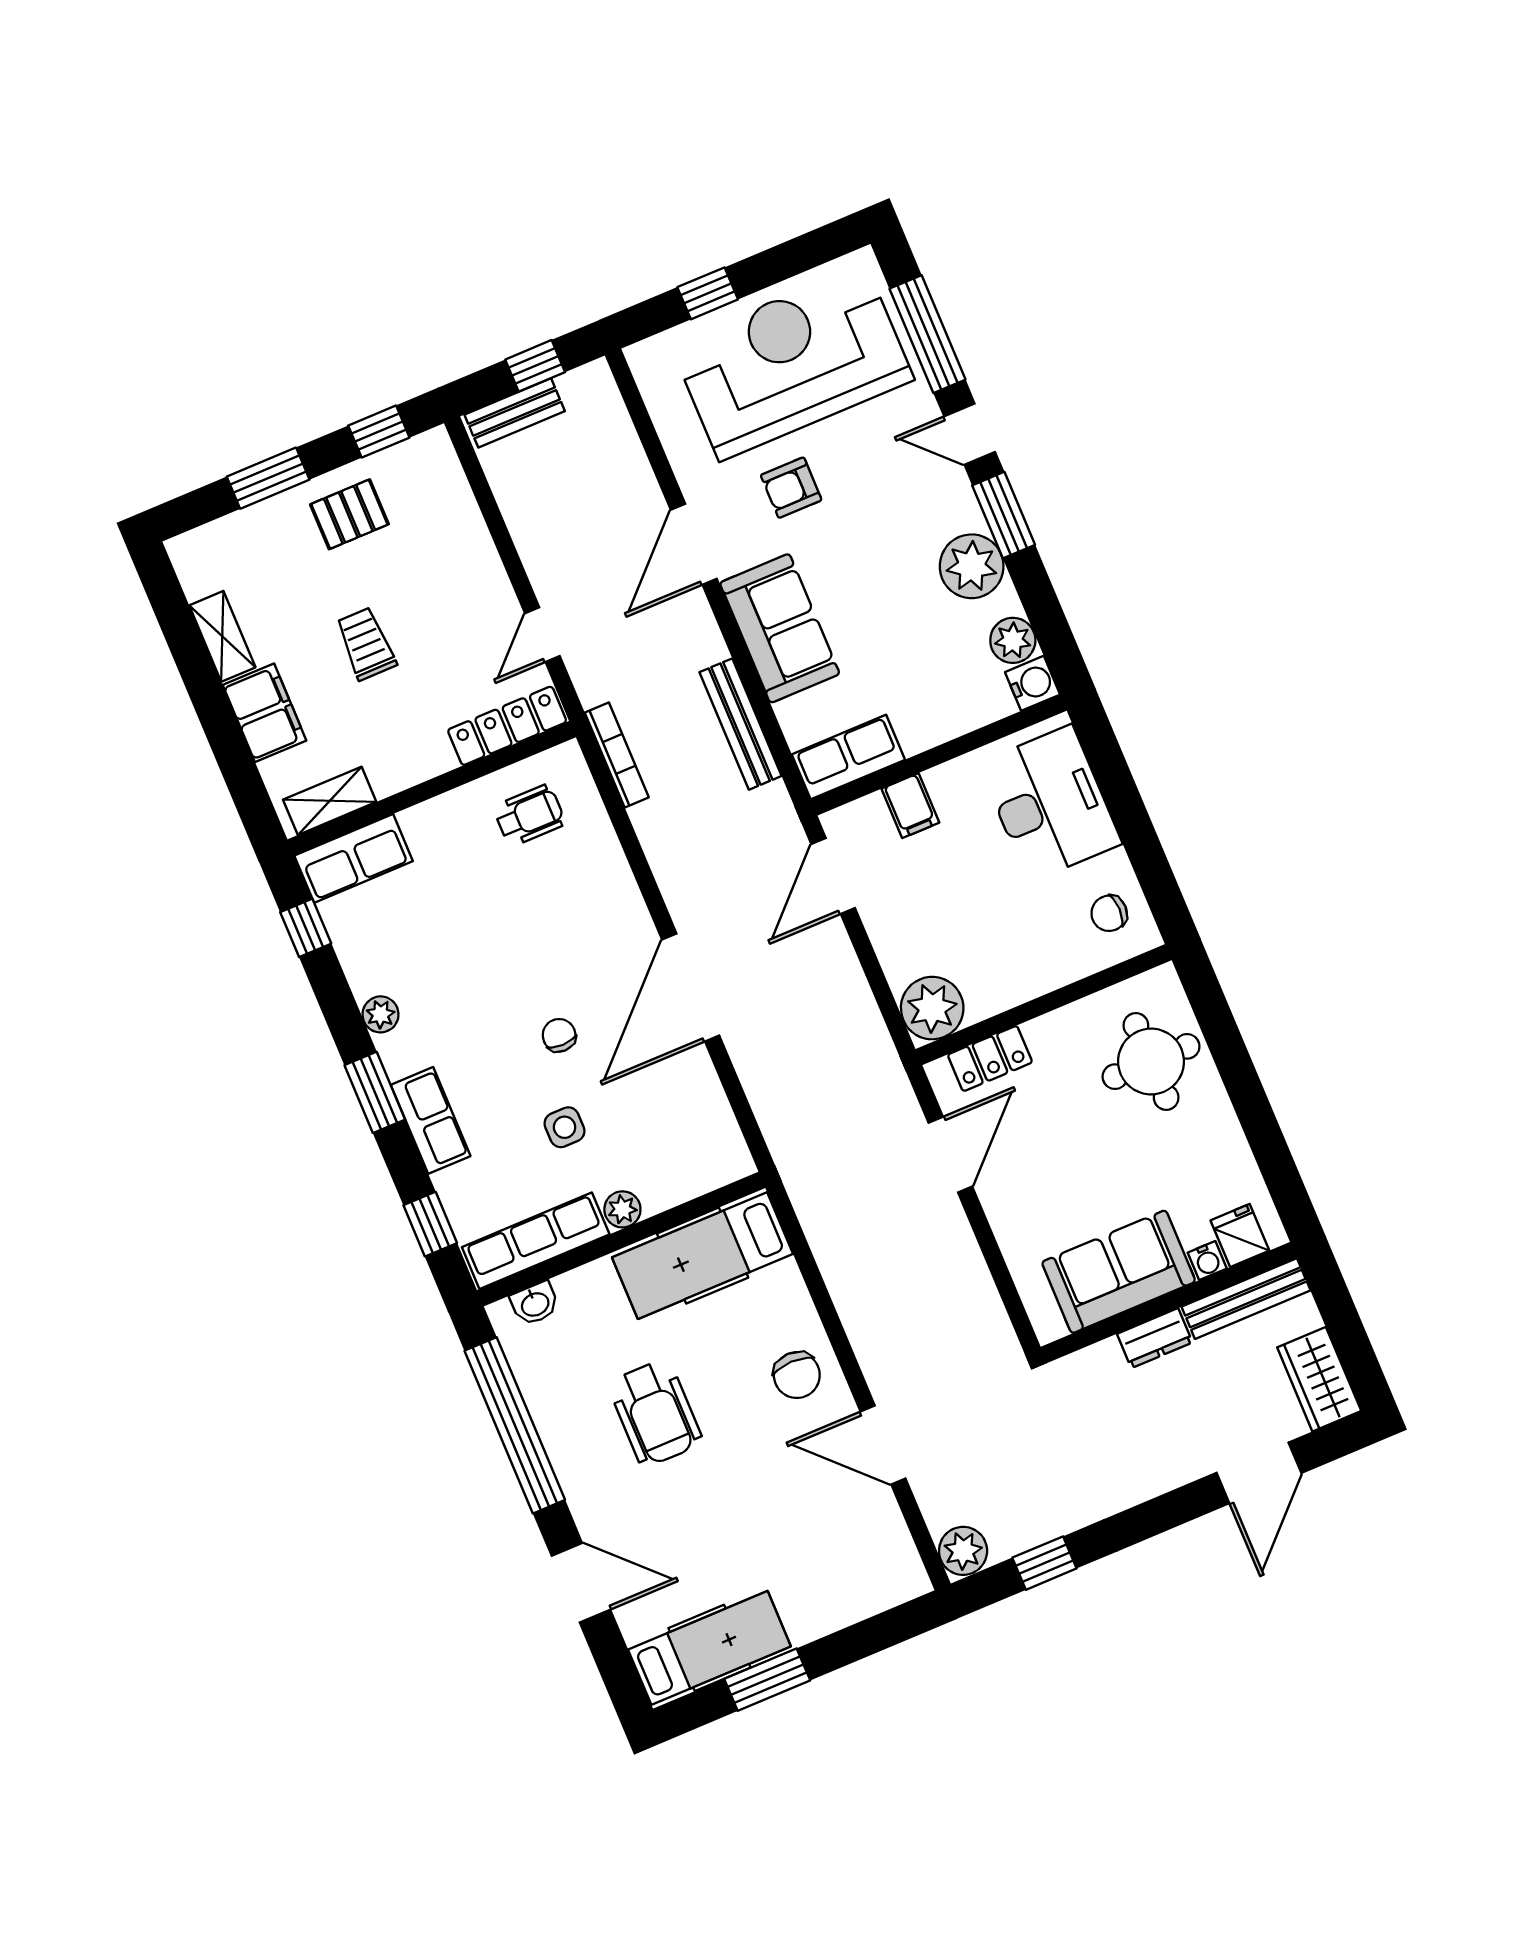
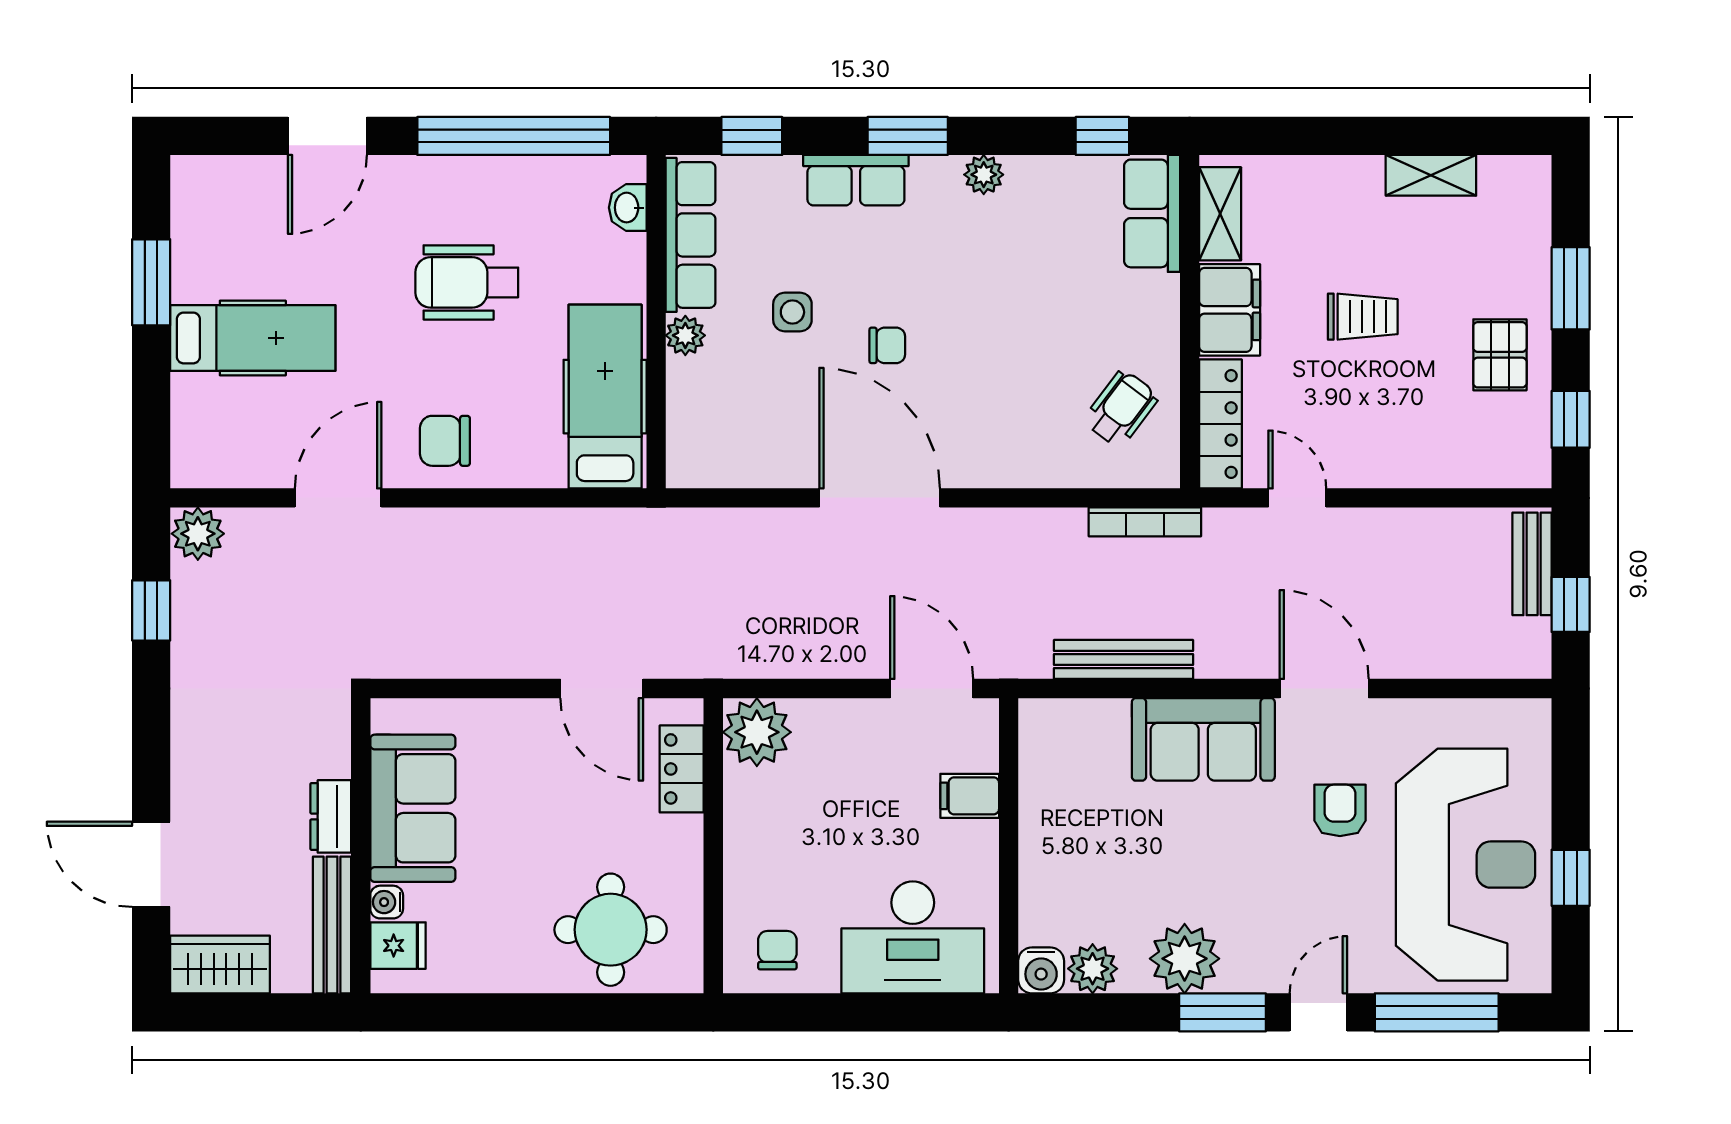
window: (708, 293) -> (1571, 878), moved
filing cabinet: (265, 713) -> (1230, 310), moved, turned -90
row of seats: (848, 757) -> (1045, 754), removed
wheelchair: (530, 815) -> (1121, 409), turned -143
hospital bed: (709, 1648) -> (253, 338), moved, turned -90

